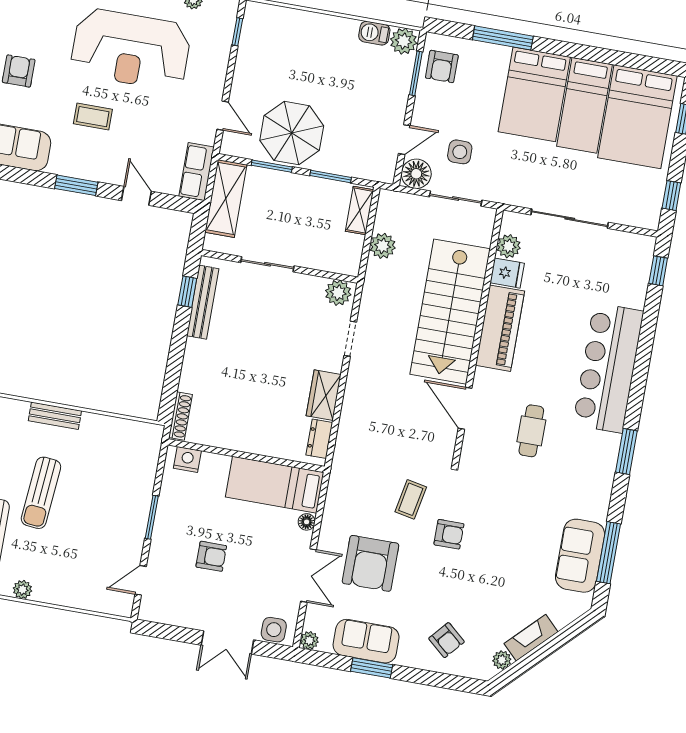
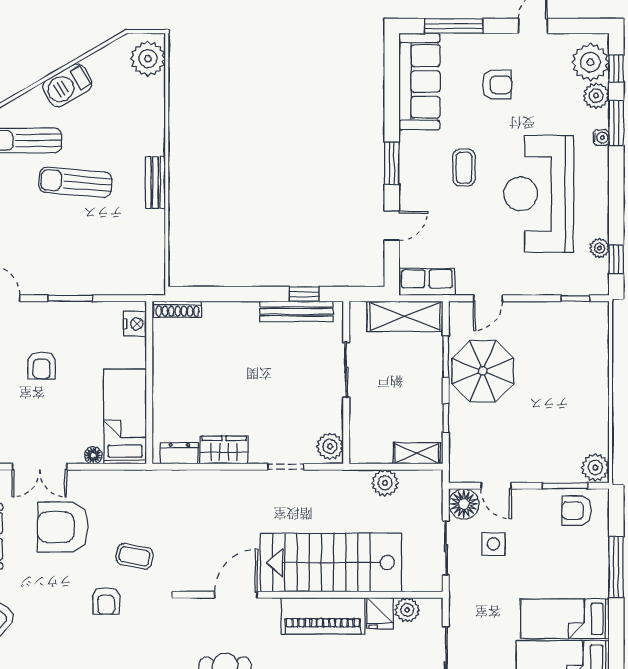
barbecue: (374, 33) -> (598, 437), removed
bed: (534, 94) -> (565, 619), width x0.67
window: (331, 177) -> (446, 418), width x0.67

